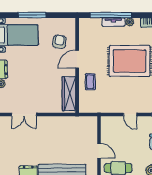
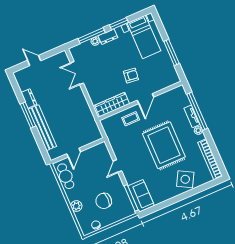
window: (32, 15) -> (171, 52), moved
armchair: (59, 42) -> (131, 76), moved
door: (77, 59) -> (146, 99), swing flipped

